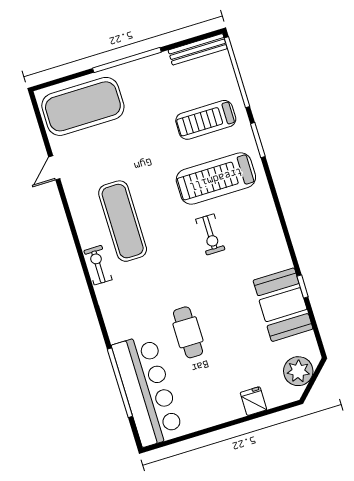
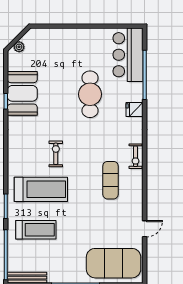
exercise mat: (123, 221) -> (111, 180), width x0.73, depth x0.69
cafe table: (188, 332) -> (90, 94), width x1.37, depth x1.35
plant: (298, 371) -> (19, 47), width x0.53, depth x0.53
bar counter: (148, 390) -> (128, 55), width x0.73
fridge: (253, 401) -> (135, 109), moved, turned 90

